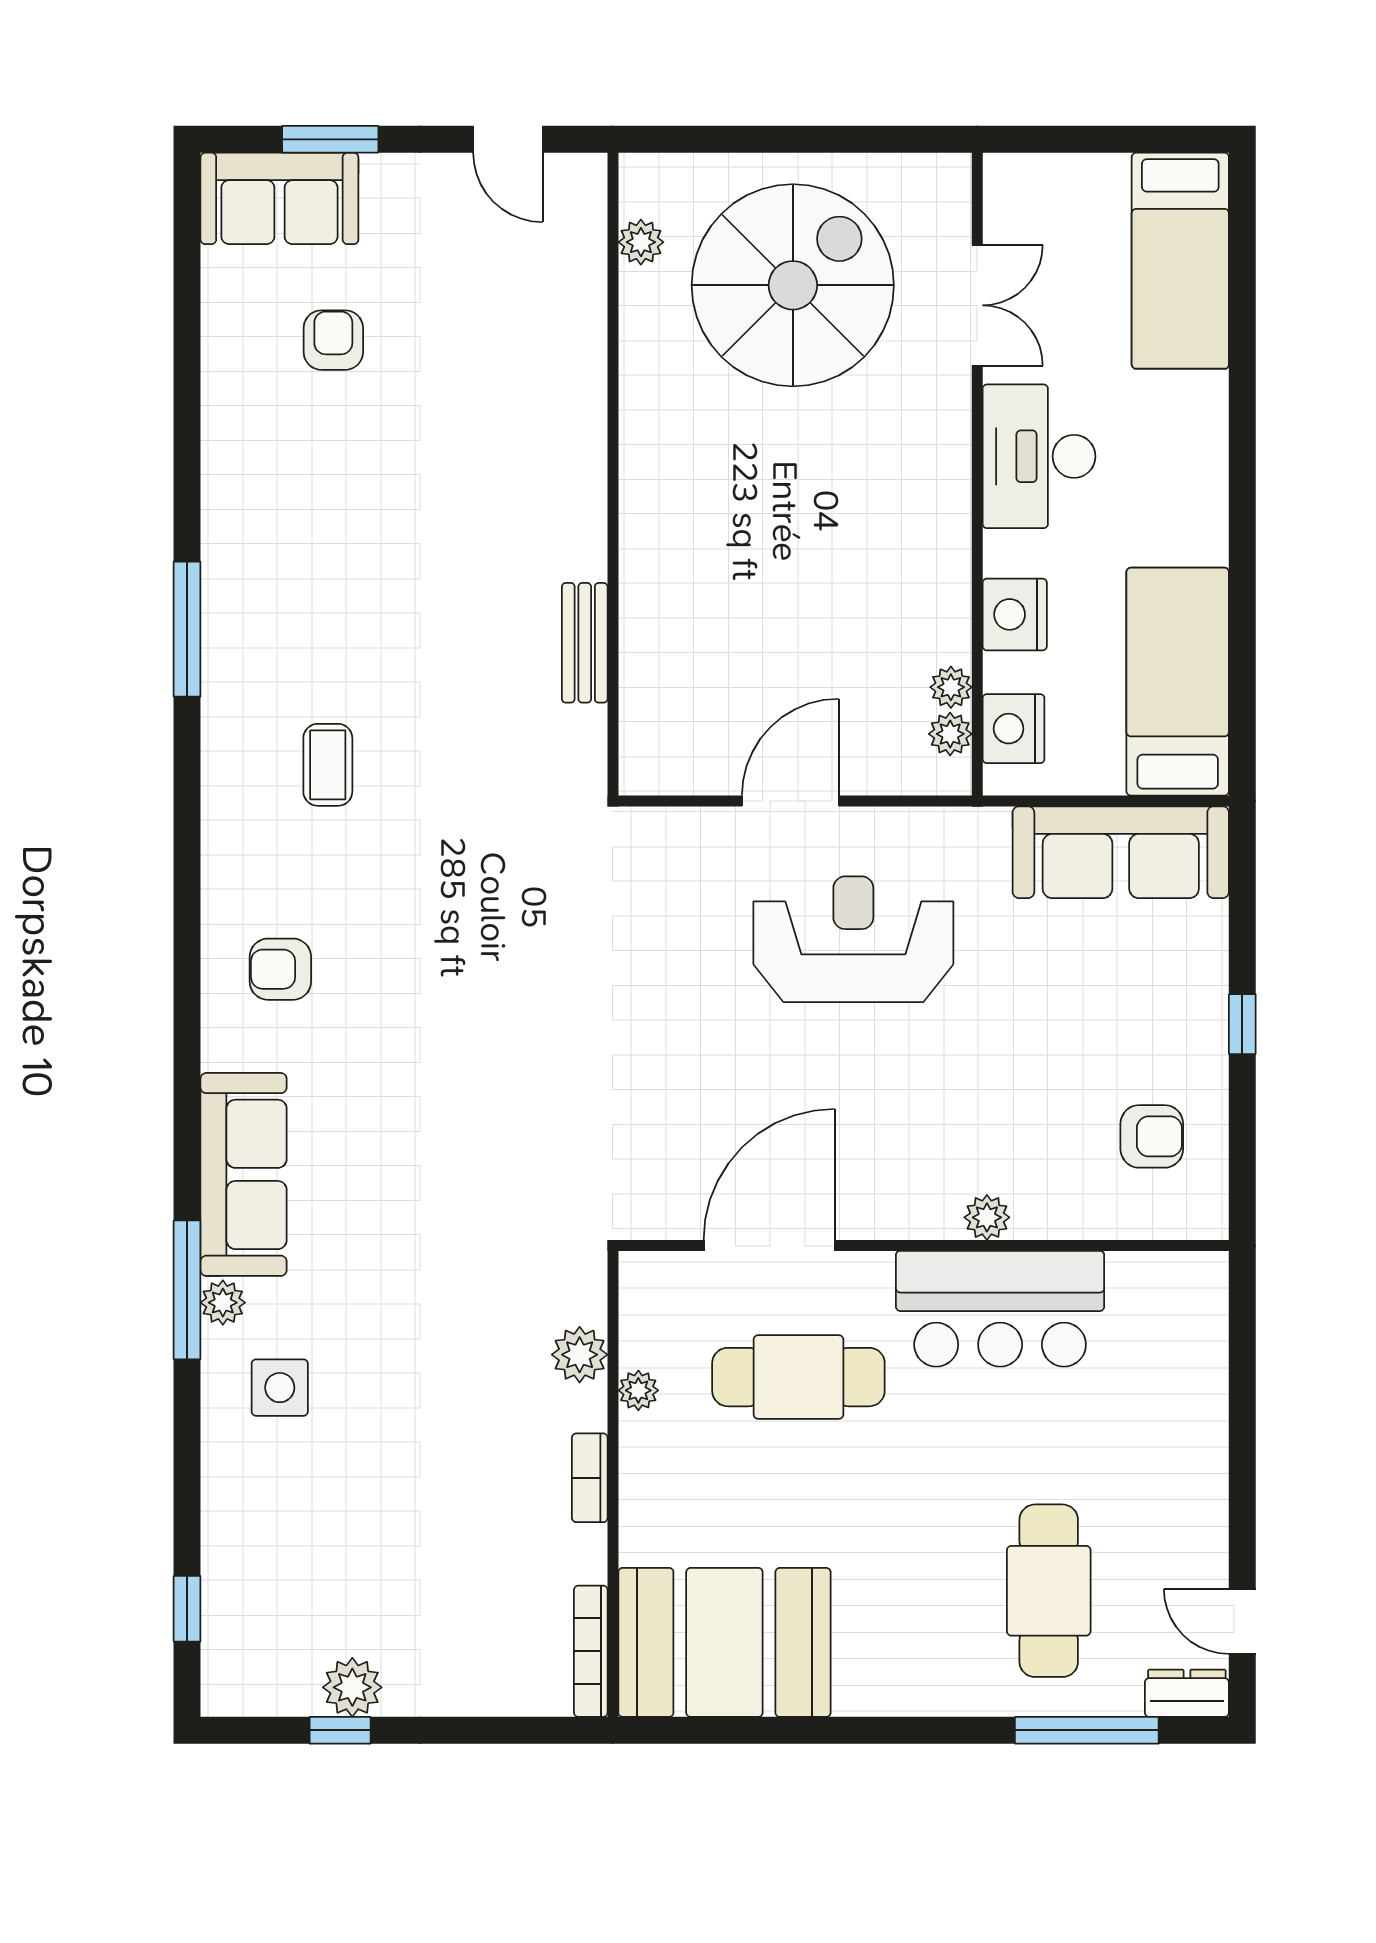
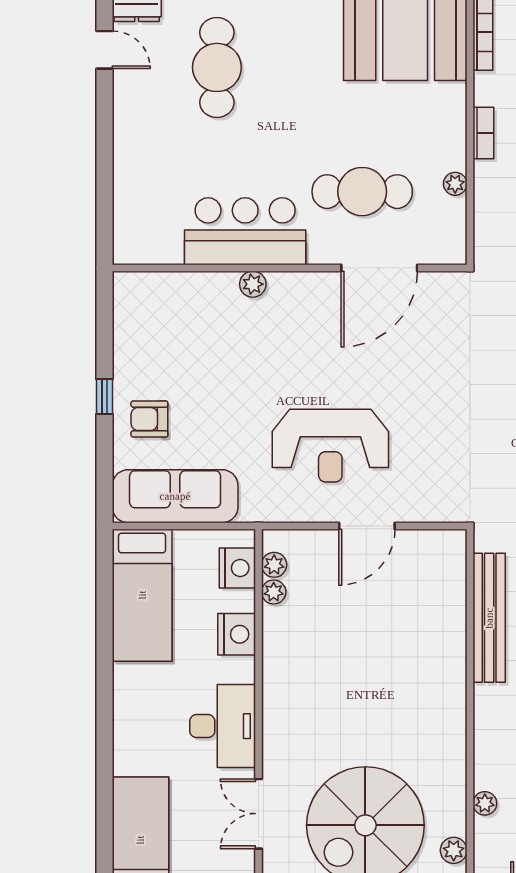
bench: (585, 643) -> (489, 618), width x1.86, depth x1.21
armchair: (1152, 1136) -> (149, 419), moved
plant: (580, 1355) -> (485, 803), moved, width x0.73, depth x0.73

